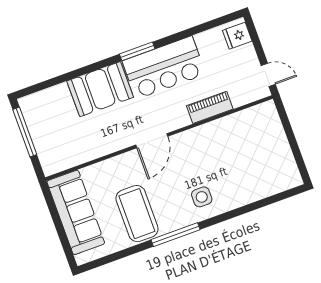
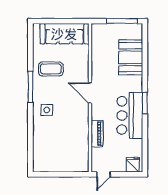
booth: (100, 89) -> (131, 57), moved
coffee table: (137, 214) -> (51, 69), width x0.73, depth x0.76

